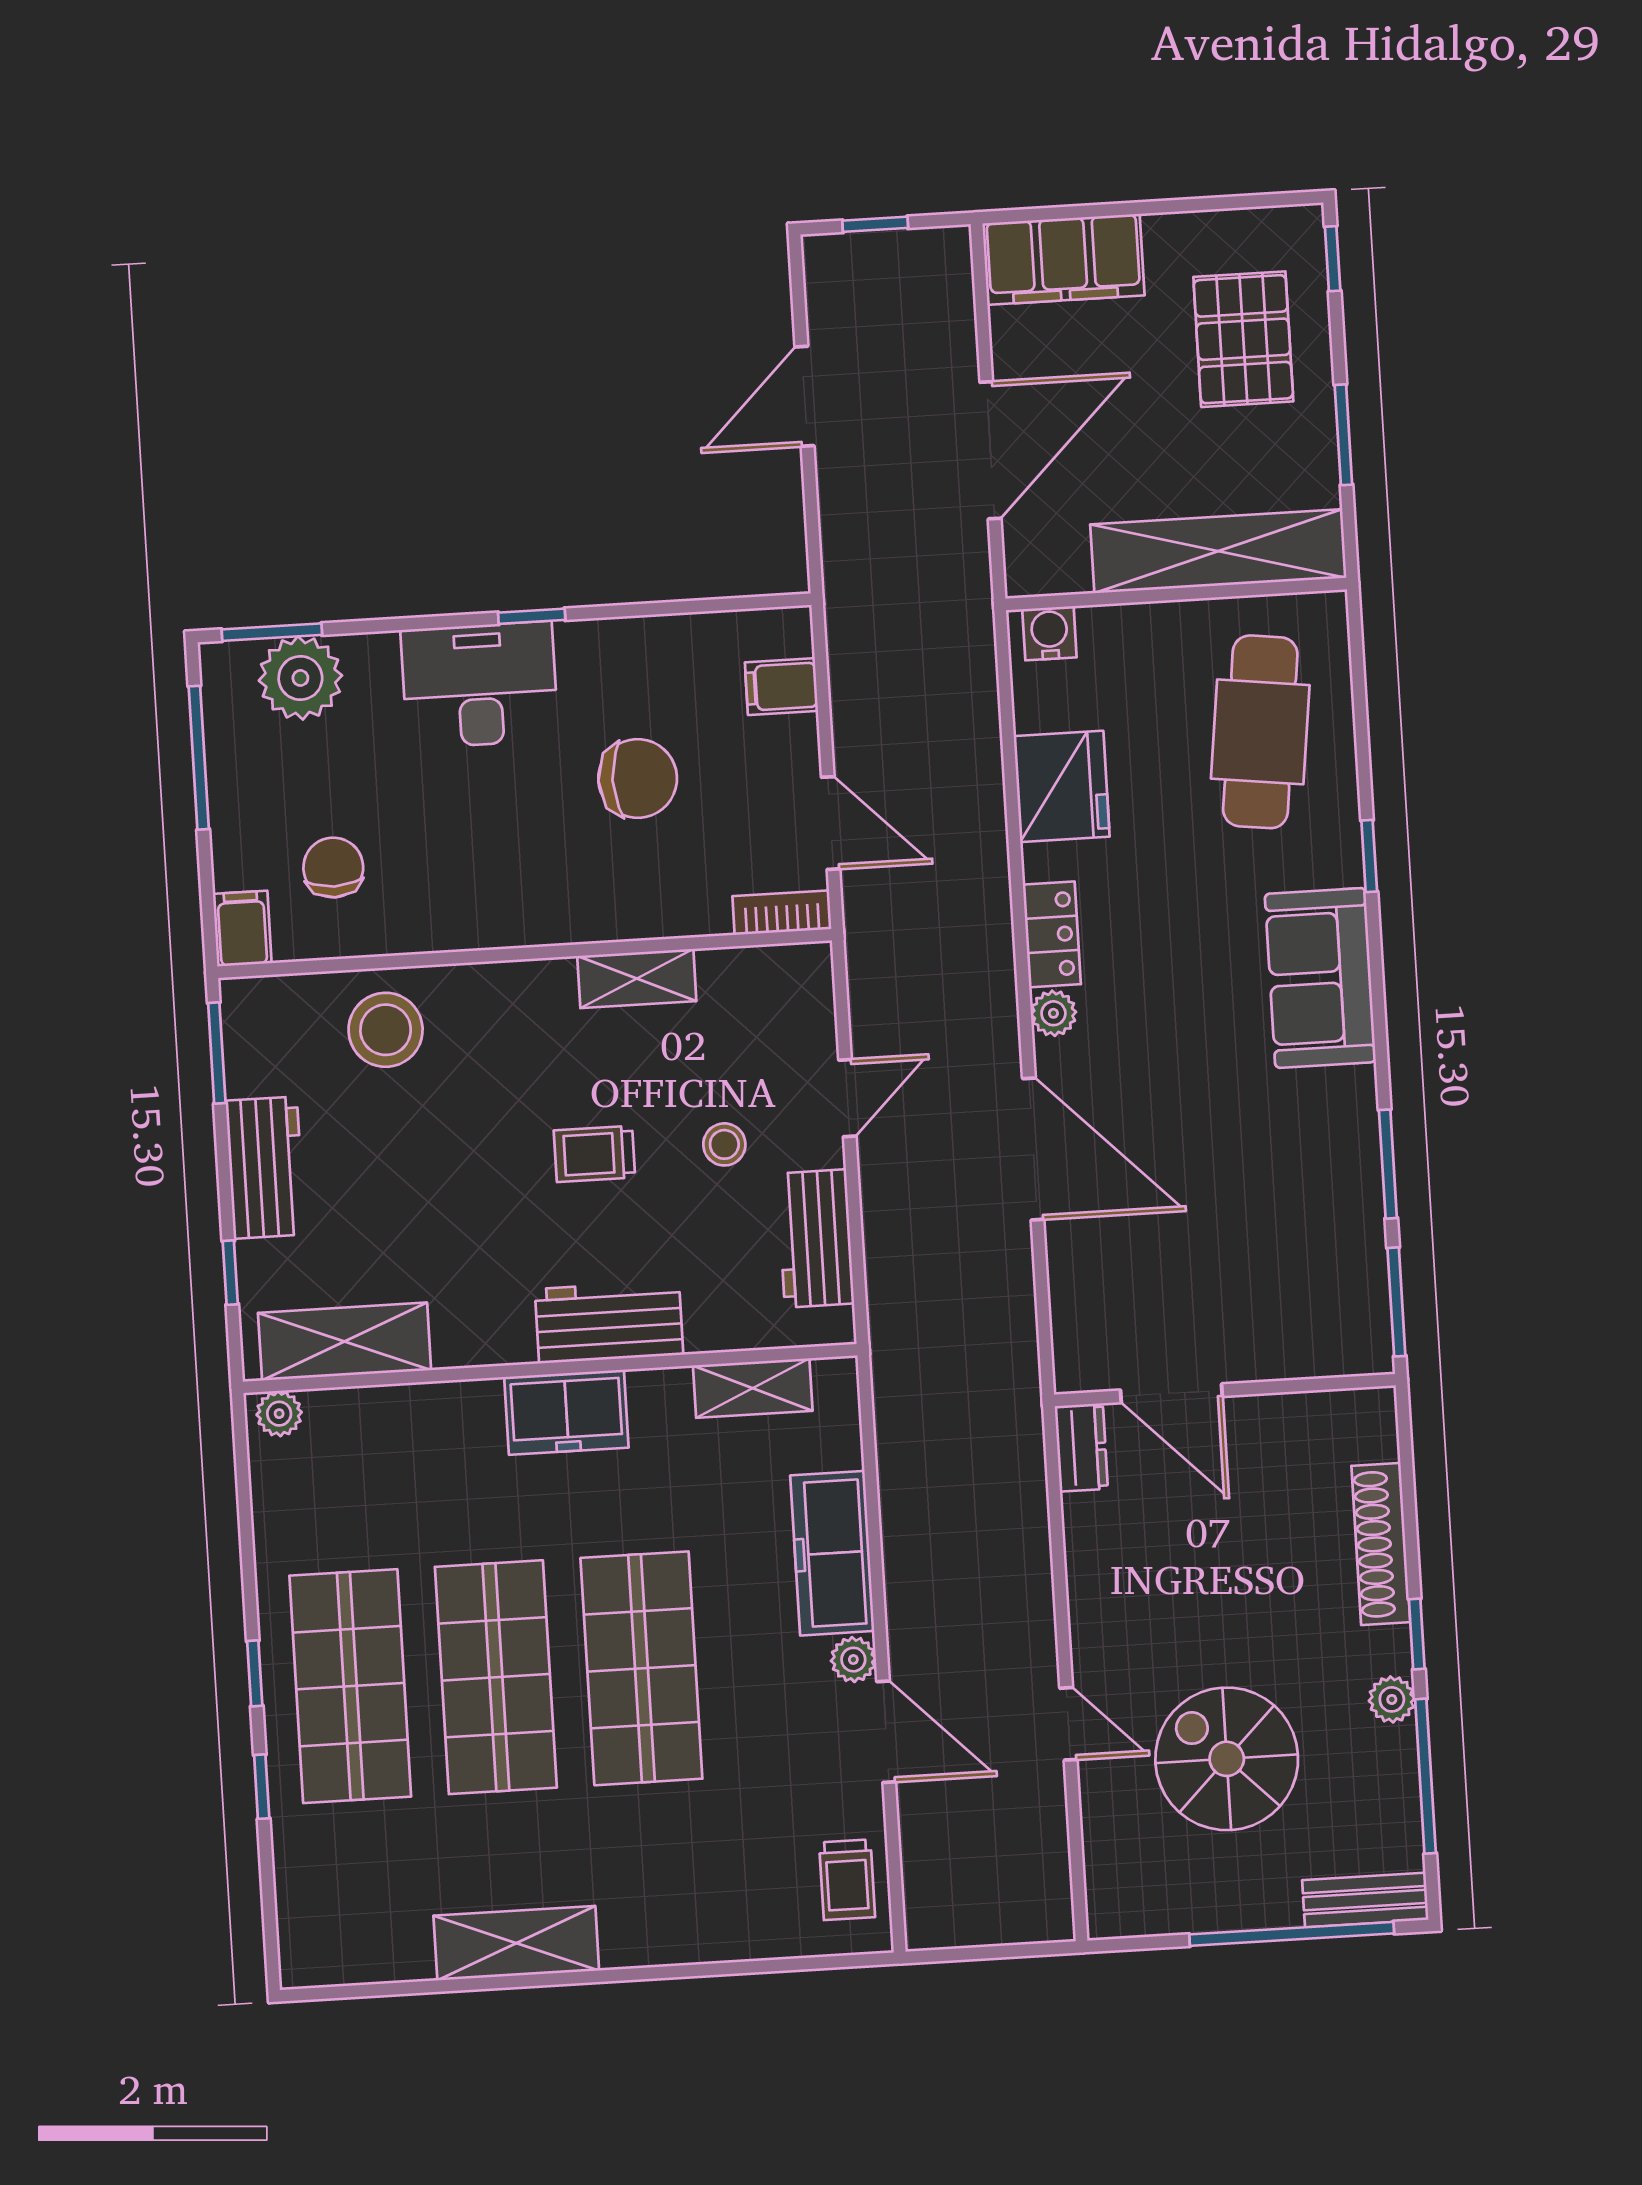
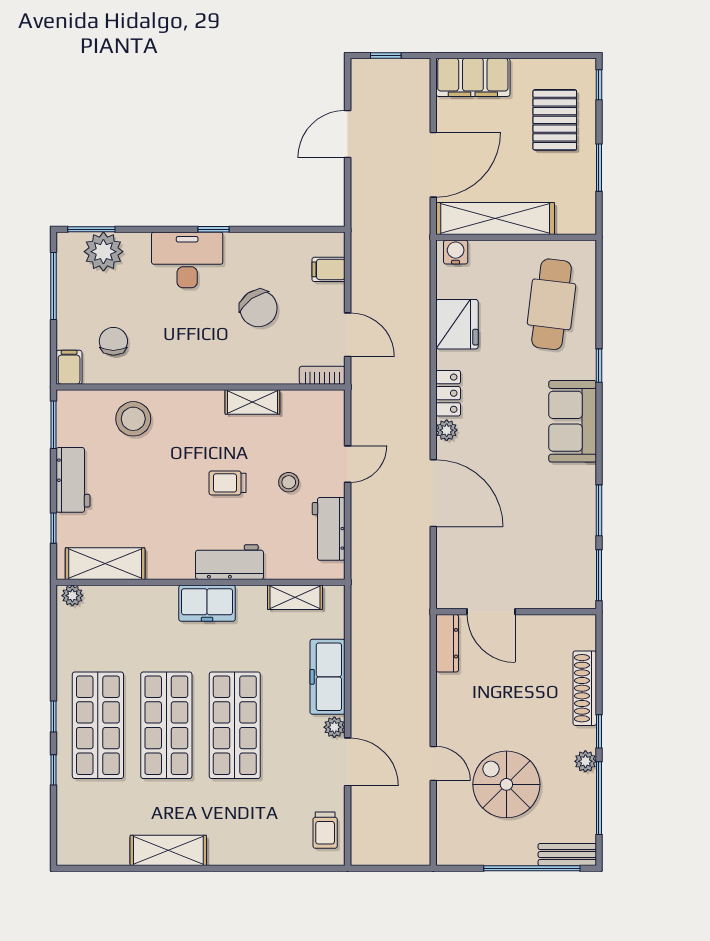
shelving: (1218, 551) -> (495, 218), moved
chair: (638, 778) -> (259, 308), turned 55
dresser: (1081, 1447) -> (447, 643), width x1.44

